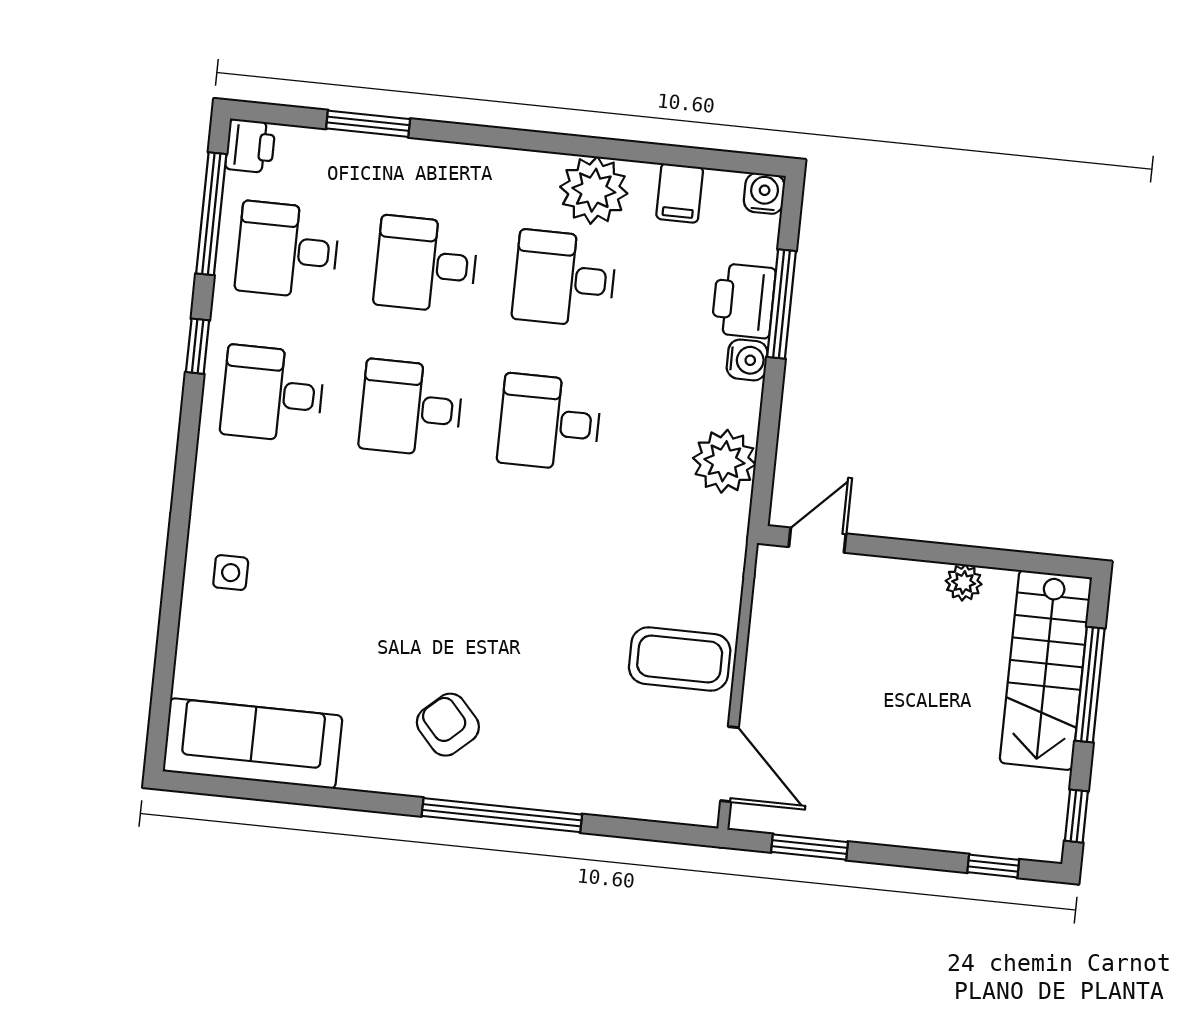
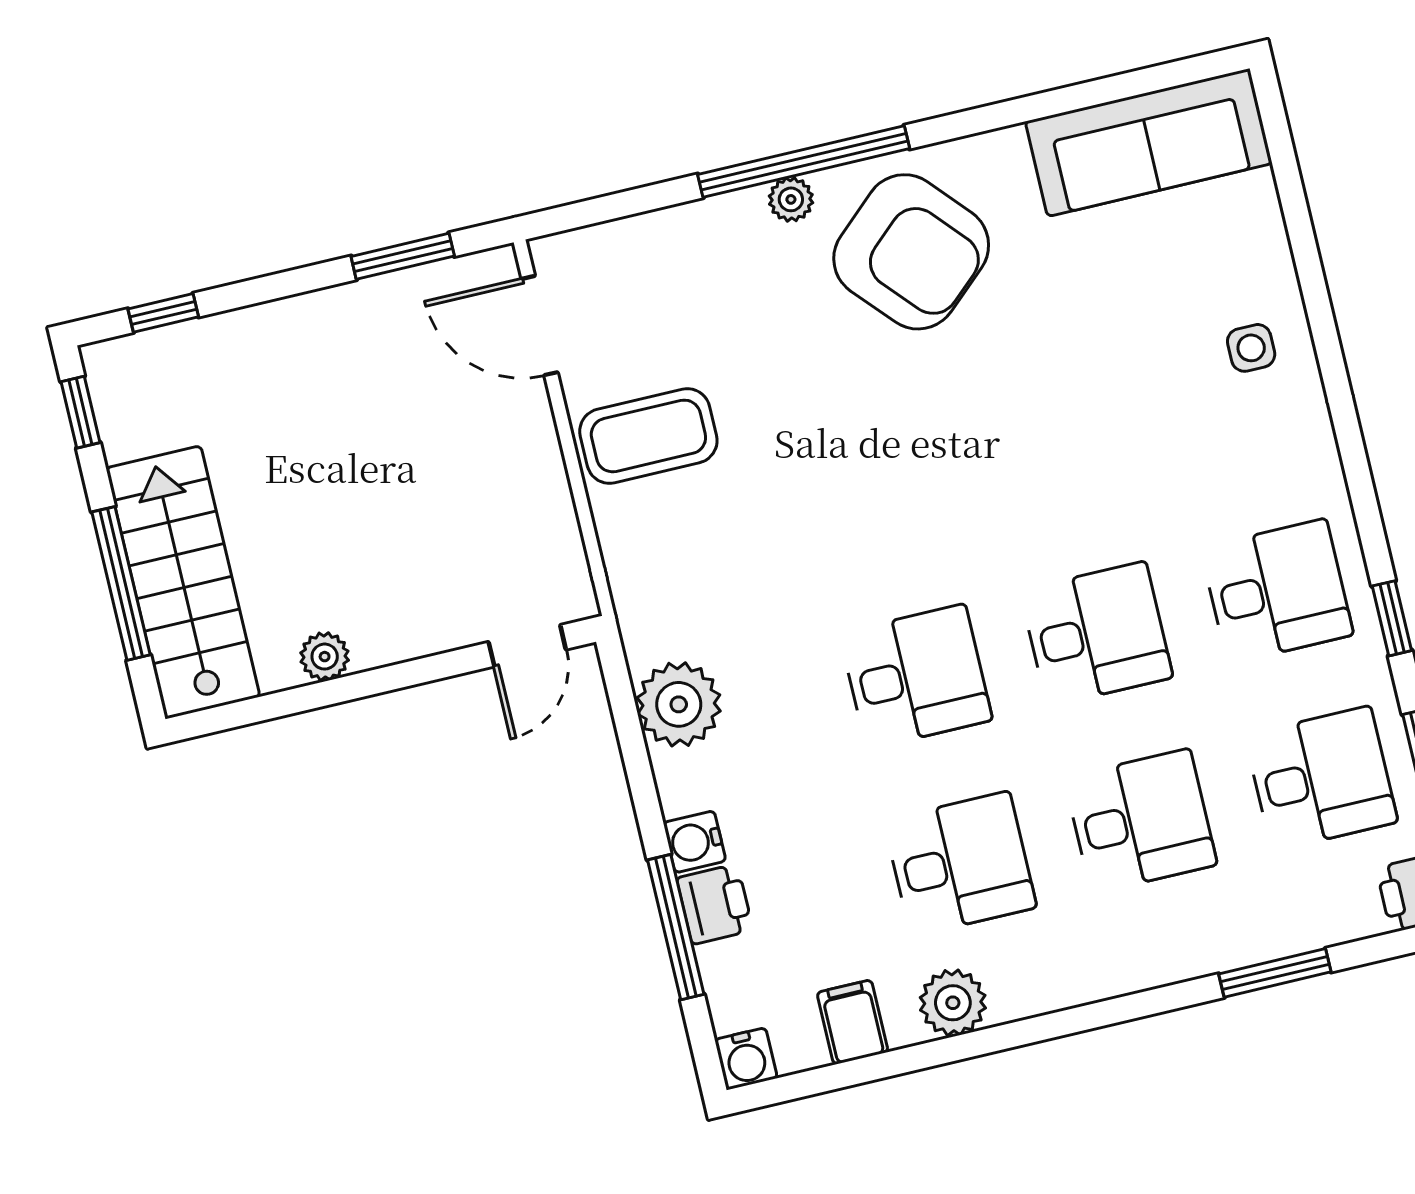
plant: (594, 190) -> (953, 1003), width x0.73, depth x0.73
printer: (744, 301) -> (715, 904), width x0.73, depth x0.81
armchair: (448, 725) -> (911, 252), width x1.88, depth x1.88
plant: (520, 791) -> (791, 199), added

